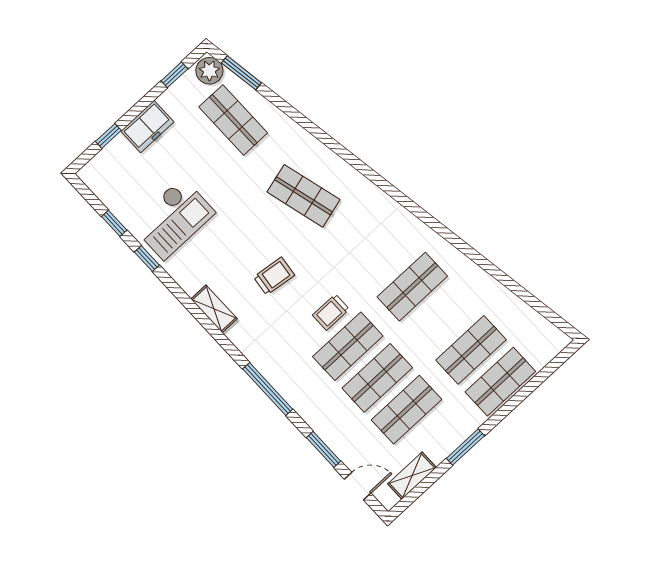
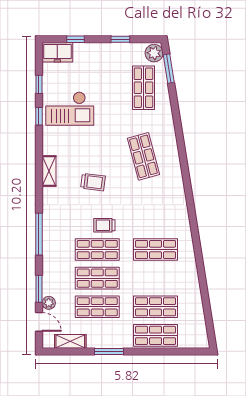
window: (174, 75) -> (120, 39), moved
freezer: (147, 126) -> (57, 52), moved
plant: (349, 455) -> (49, 303), added

